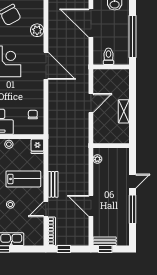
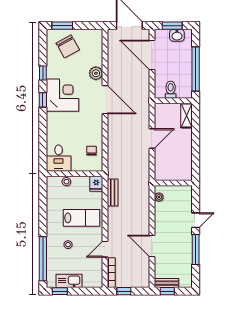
plant: (37, 30) -> (96, 73), moved
shelving: (124, 111) -> (186, 115), moved
bench: (53, 184) -> (113, 193), moved

